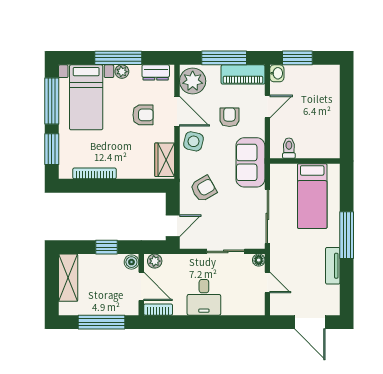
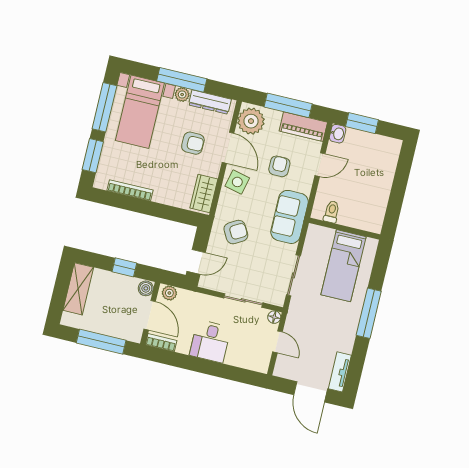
dresser: (156, 72) -> (210, 102), width x1.44
sliding door: (267, 216) -> (293, 275), width x0.73
tv unit: (333, 266) -> (340, 372), moved

